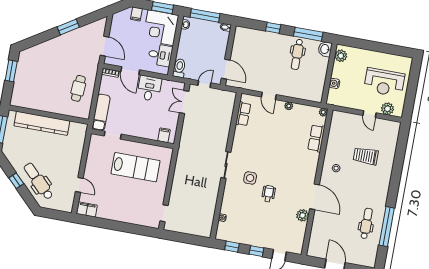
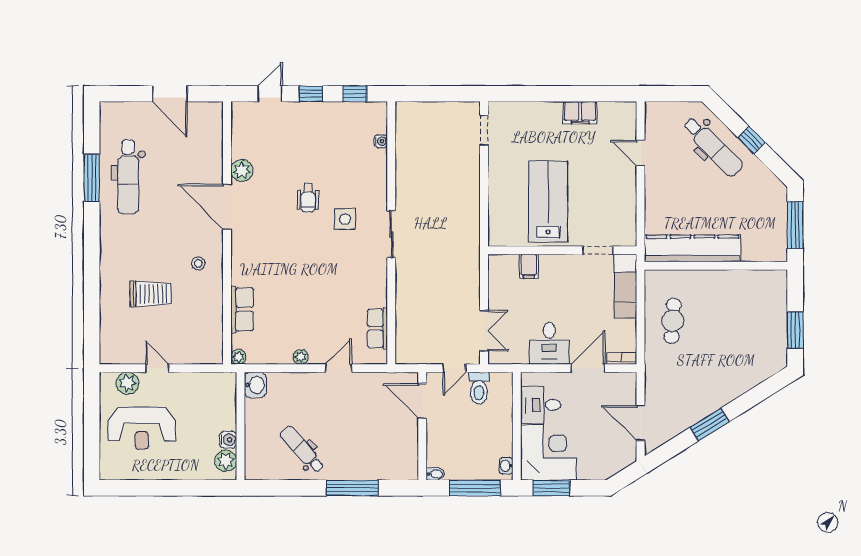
filing cabinet: (136, 14) -> (595, 469), removed
window: (273, 28) -> (352, 488), width x2.17
window: (308, 34) -> (289, 488), removed
door: (104, 46) -> (641, 423), moved
washbasin: (325, 49) -> (255, 385), moved
dental chair: (297, 54) -> (302, 449), turned -42
toilet: (179, 68) -> (479, 388), moved
door: (130, 71) -> (588, 368), hinge flipped
reception desk: (384, 82) -> (142, 428), turned 180
water cooler: (334, 83) -> (228, 440), moved
door: (269, 96) -> (338, 368), hinge flipped
kitchen counter: (42, 123) -> (692, 248), moved
filing cabinet: (164, 135) -> (529, 266), moved
lab bench: (135, 167) -> (548, 202), turned 90
filing cabinet: (87, 209) -> (580, 113), moved
dental chair: (366, 223) -> (128, 177), width x1.36, depth x1.38
window: (387, 227) -> (92, 178), width x0.68

